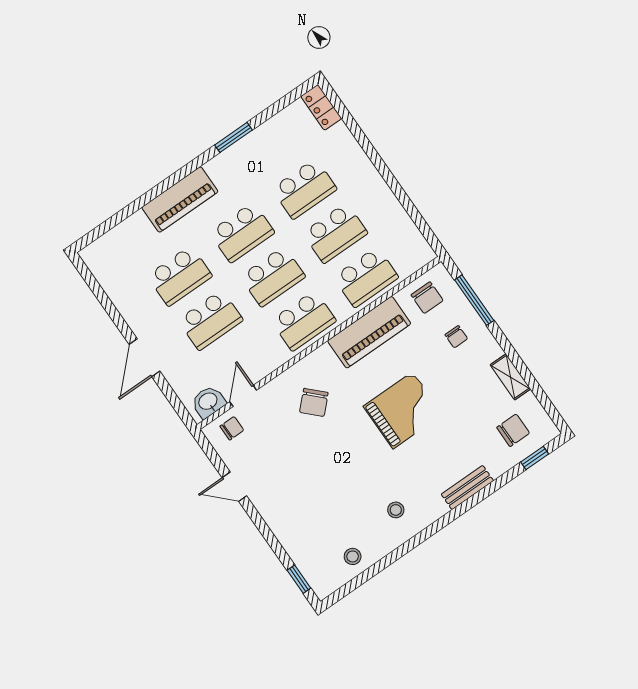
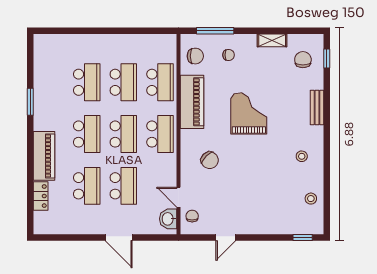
locker: (321, 107) -> (41, 196), moved, turned -90

